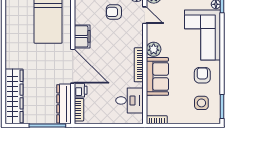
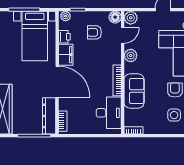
door: (145, 15) -> (123, 35), hinge flipped
plant: (154, 49) -> (131, 56), moved
printer: (81, 90) -> (64, 37), moved
desk: (129, 100) -> (109, 113), width x1.37

